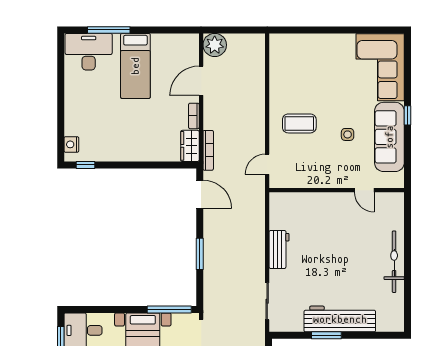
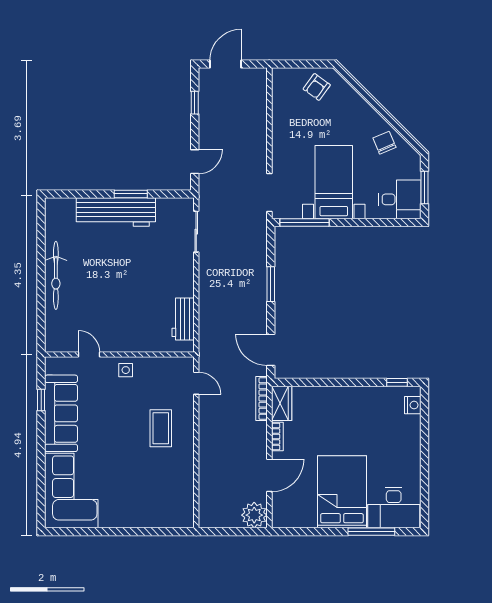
bed: (135, 66) -> (342, 492), width x1.50
window: (407, 115) -> (41, 400), moved
coffee table: (299, 123) -> (161, 428), turned 90
side table: (348, 134) -> (126, 370), moved
door: (267, 164) -> (196, 383), hinge flipped
workbench: (279, 249) -> (183, 319), moved

